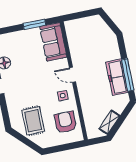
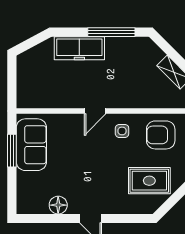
sofa: (53, 42) -> (31, 145), moved, turned -90
freezer: (117, 77) -> (79, 48), moved

